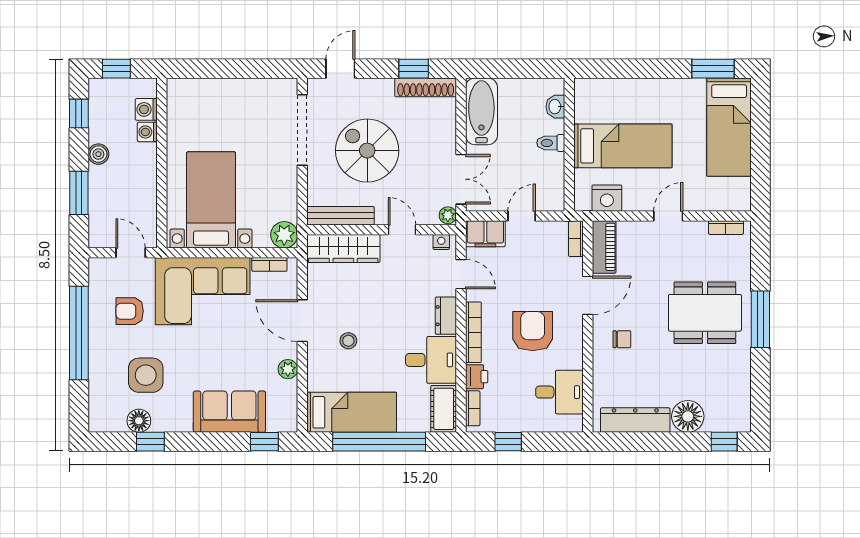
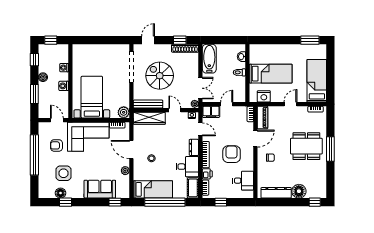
washing machine: (146, 109) -> (64, 86), moved
bed: (729, 127) -> (317, 81), moved, turned 180

